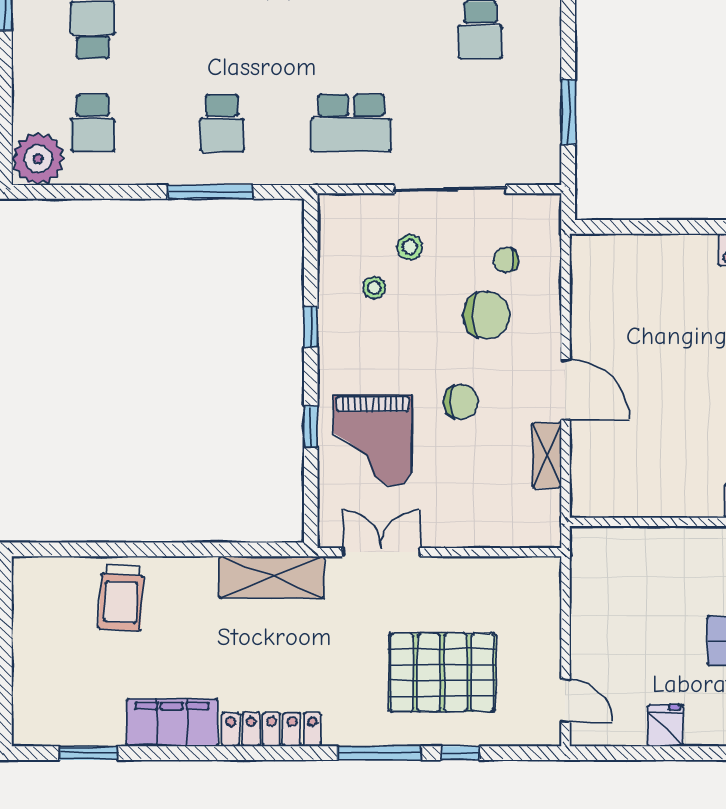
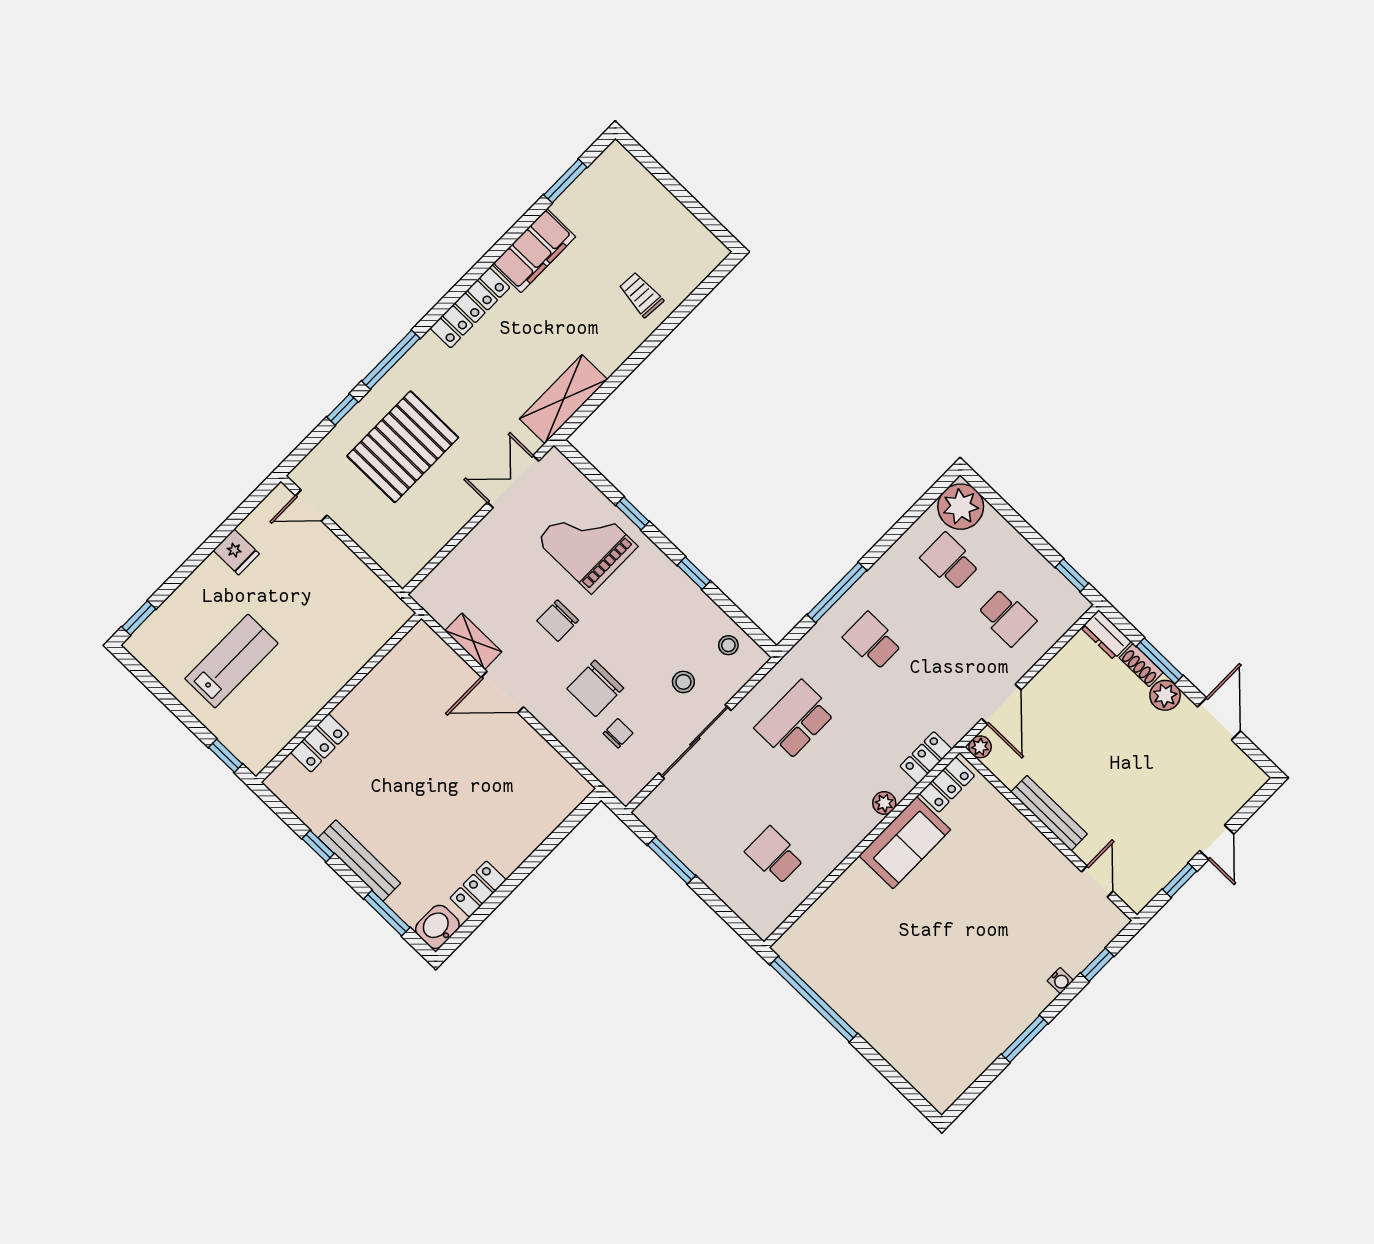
stool: (374, 288) -> (728, 645), moved
double door: (381, 552) -> (513, 482), swing flipped
trolley: (121, 598) -> (641, 295), width x0.73, depth x0.72

